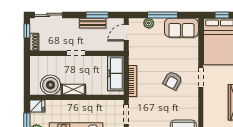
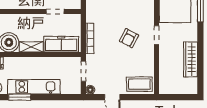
doorway: (76, 53) -> (55, 11), moved
freezer: (116, 73) -> (61, 44), moved, turned 90

